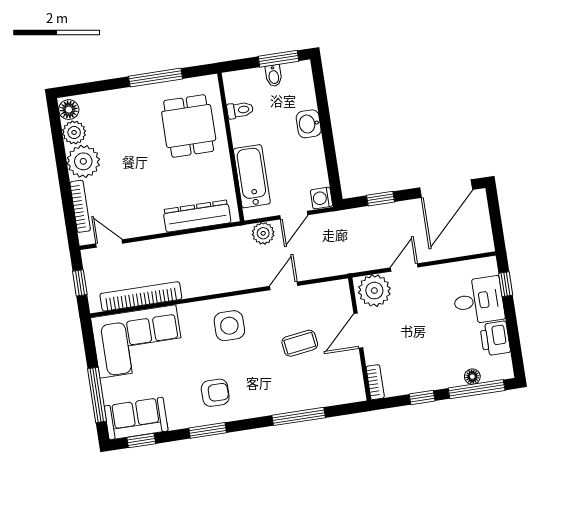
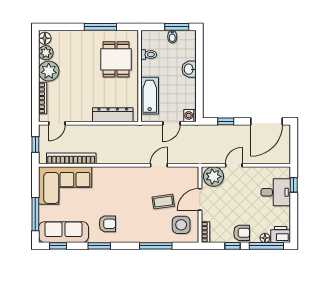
plant: (263, 233) -> (151, 131), removed
door: (109, 243) -> (57, 123), swing flipped
side table: (229, 326) -> (181, 225), moved
printer: (495, 338) -> (281, 235), moved, turned 90
armchair: (434, 374) -> (242, 233), added
sofa: (136, 419) -> (64, 232), width x1.36

